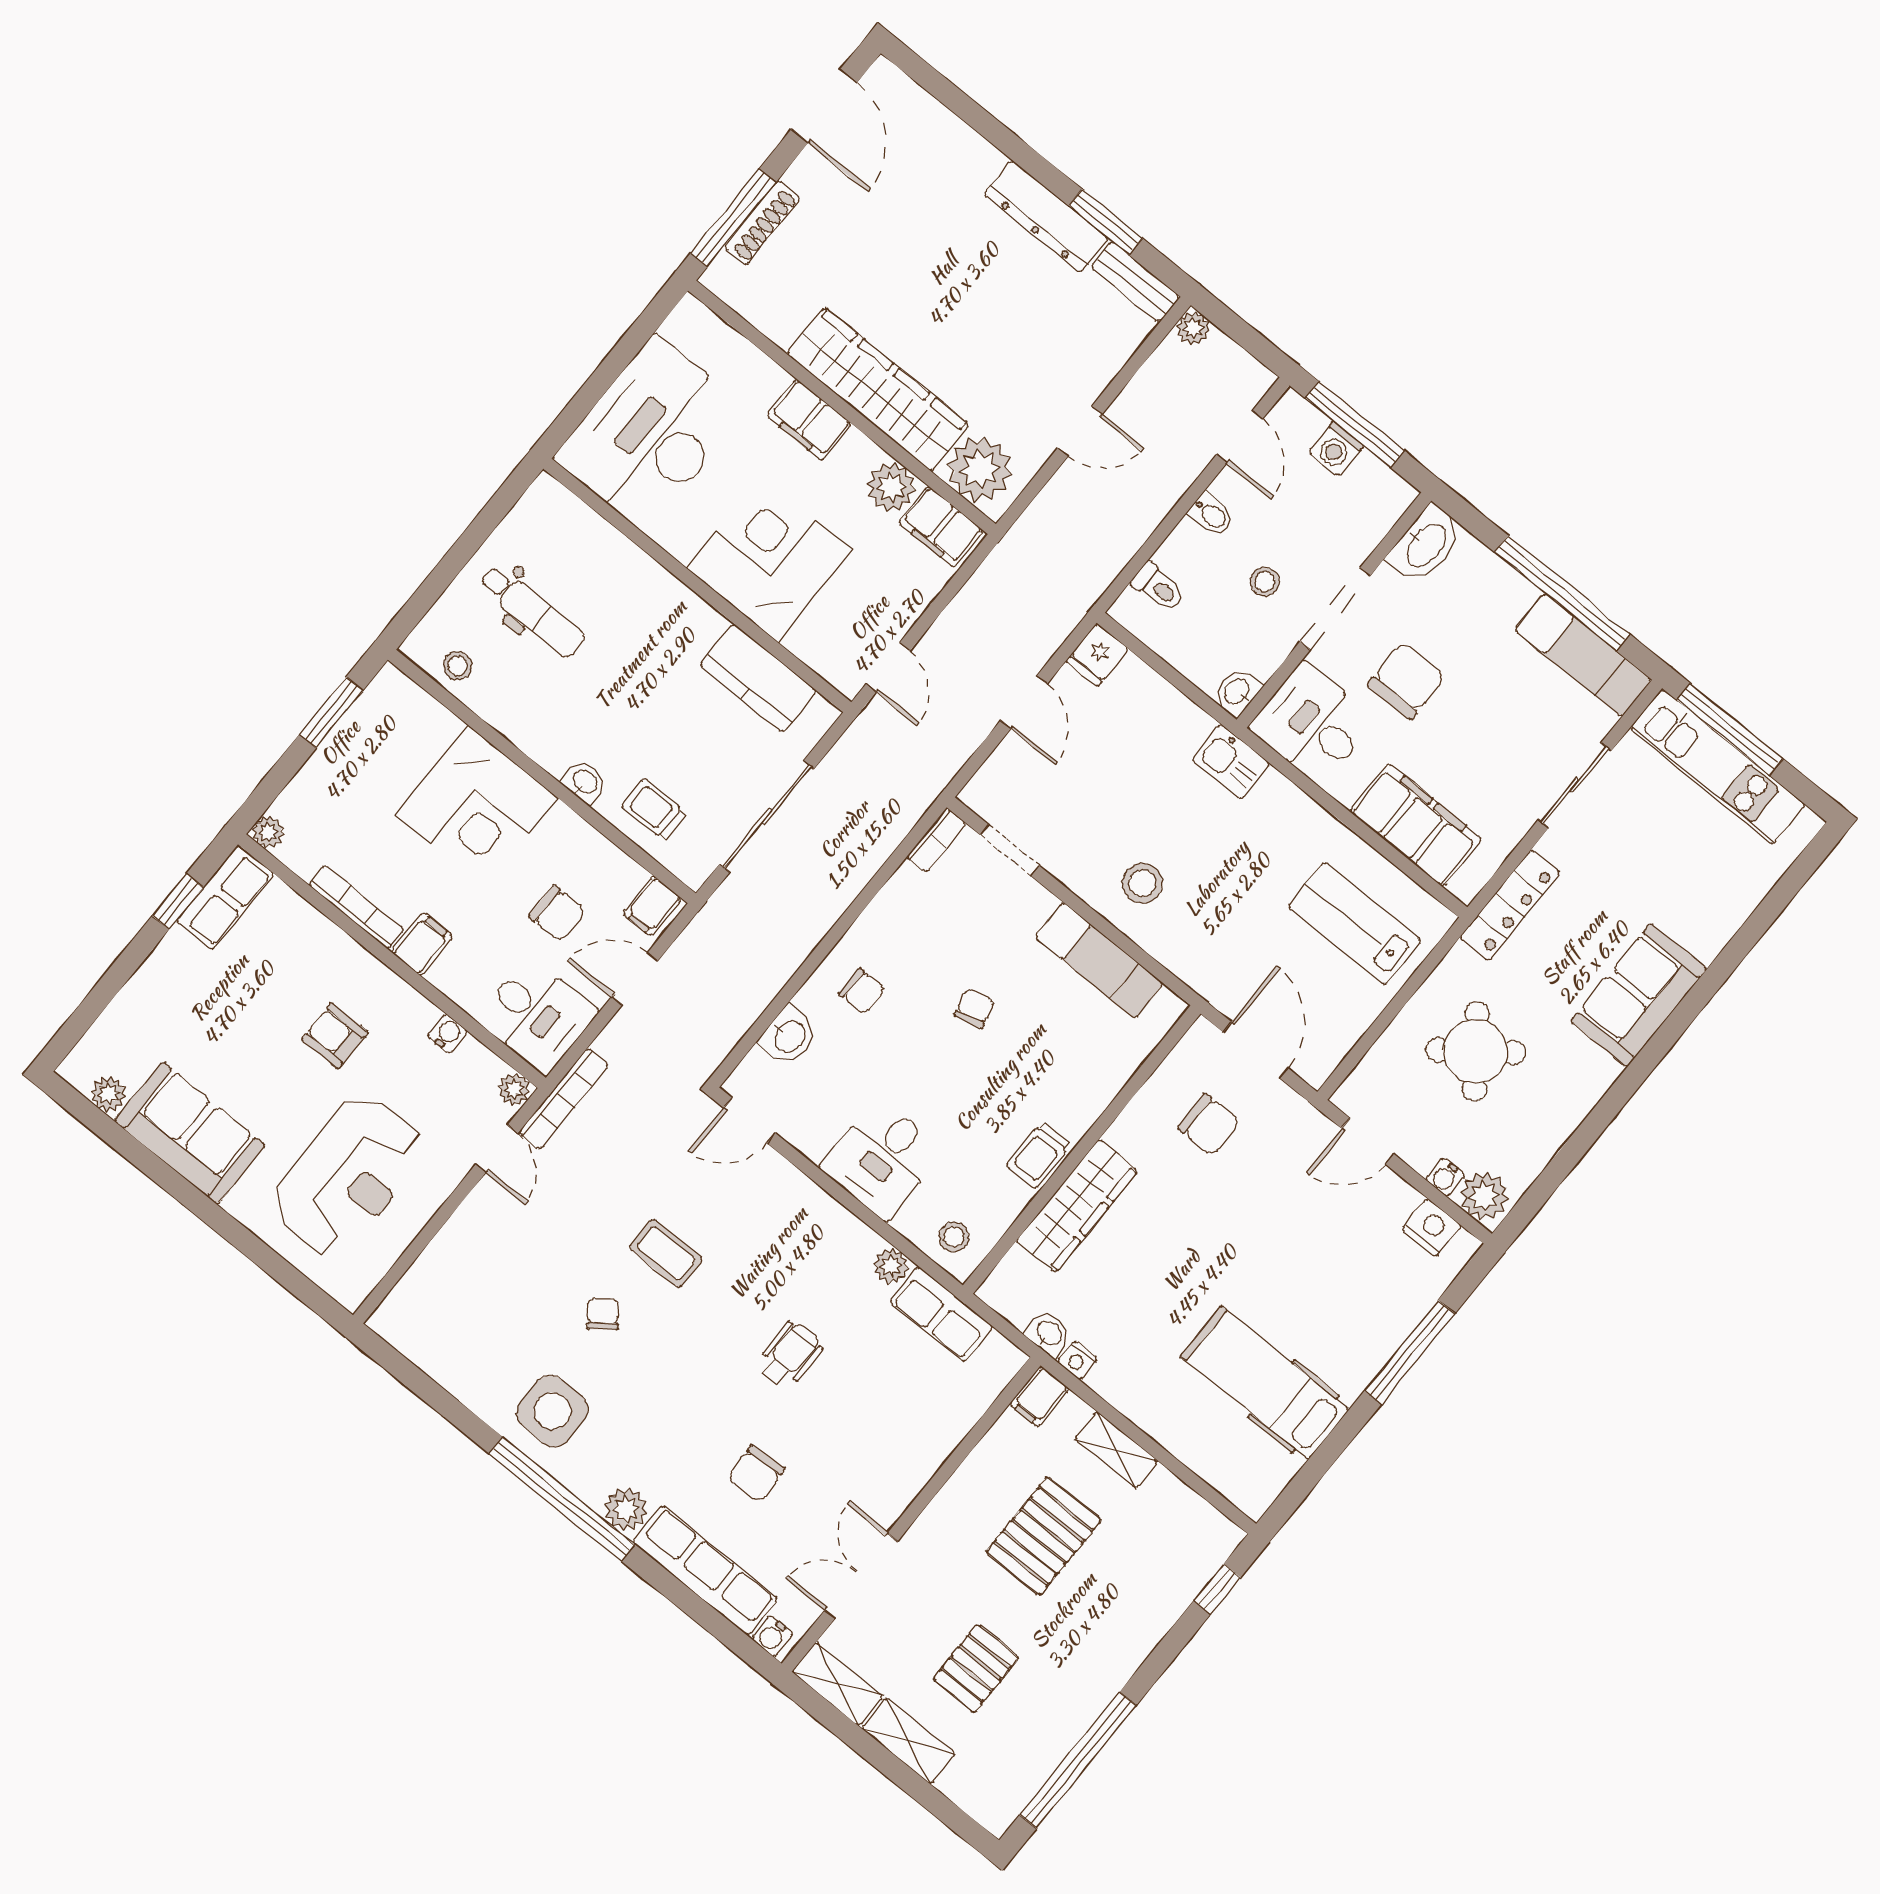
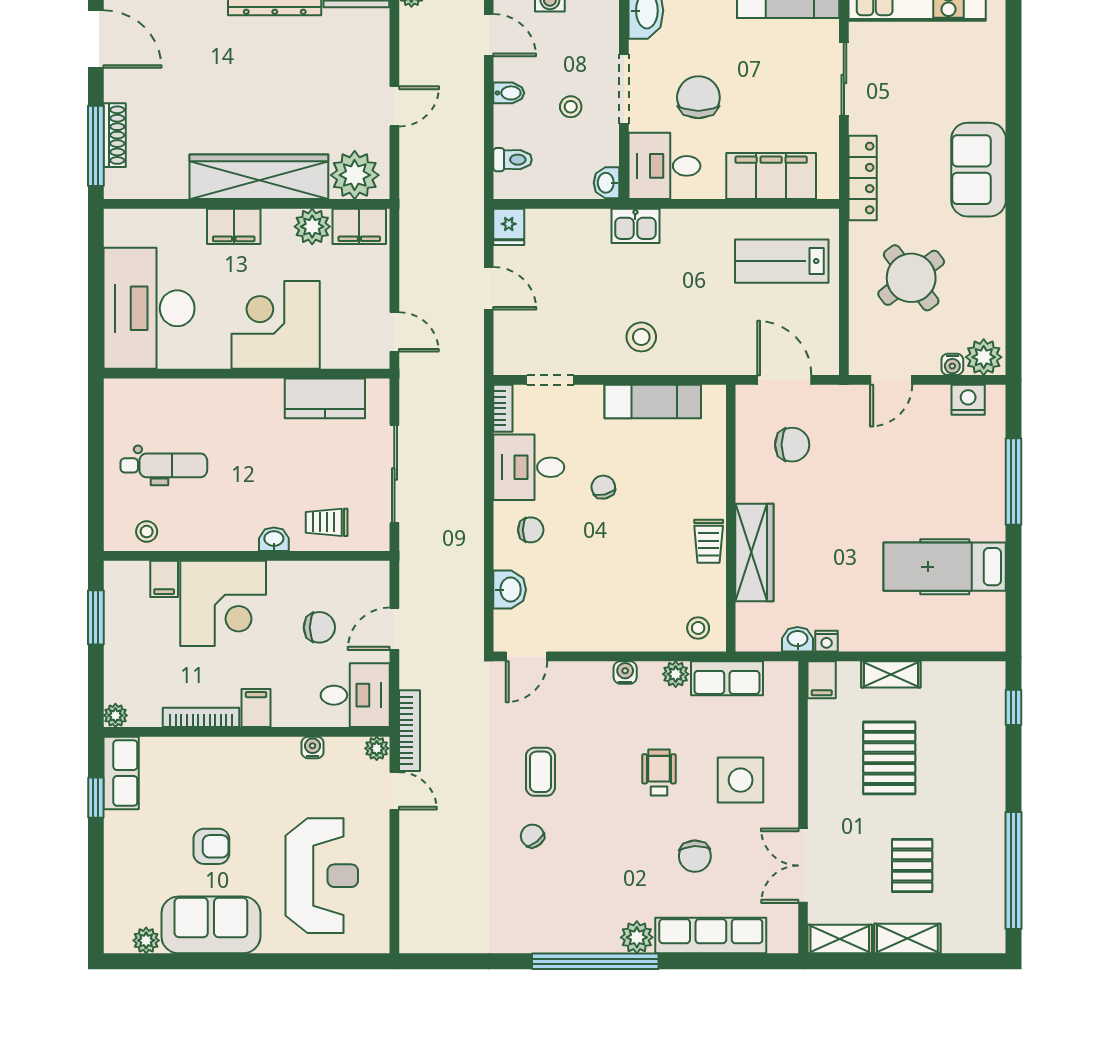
filing cabinet: (652, 906) -> (164, 579), moved
armchair: (335, 1036) -> (211, 846), moved, turned 180
desk: (882, 1159) -> (529, 467), moved, turned 90
coffee table: (666, 1253) -> (540, 772), turned 90
side table: (552, 1411) -> (741, 780), moved
water cooler: (772, 1636) -> (625, 673), moved, turned 180

